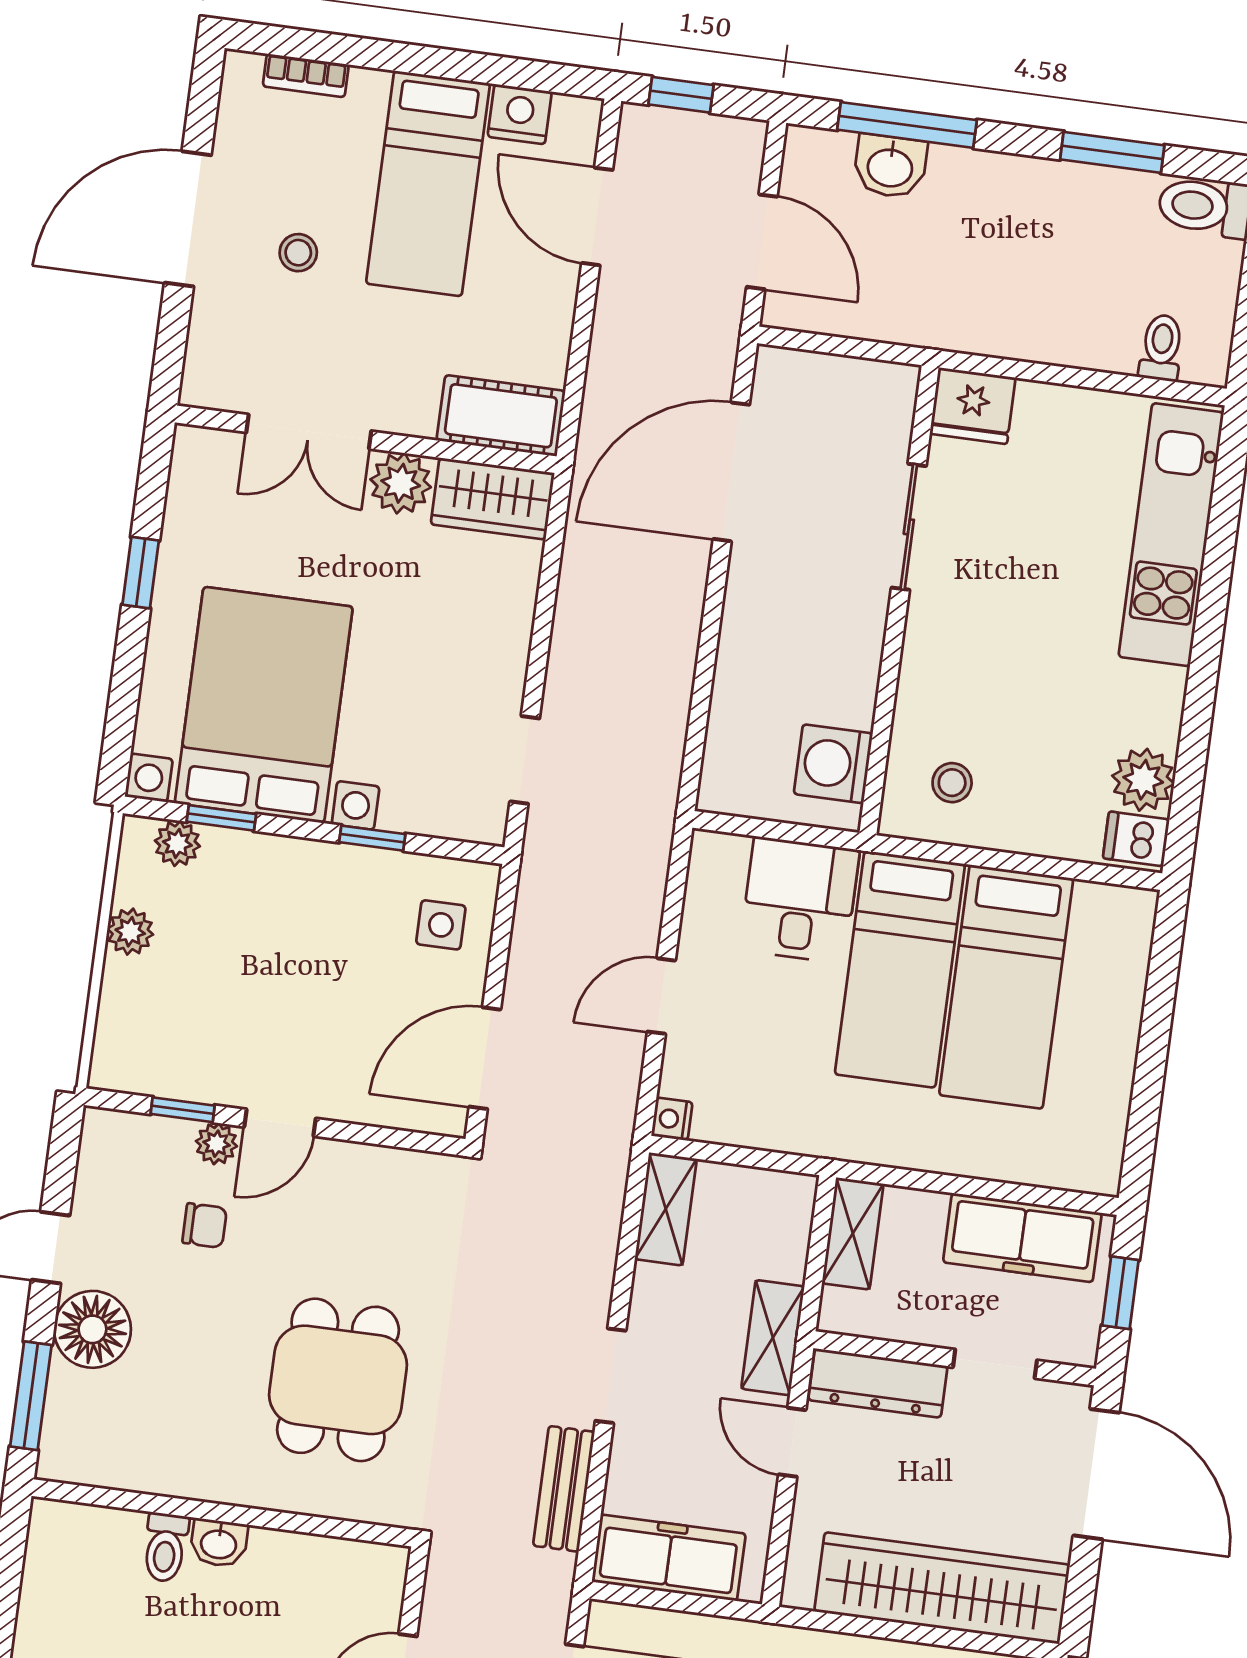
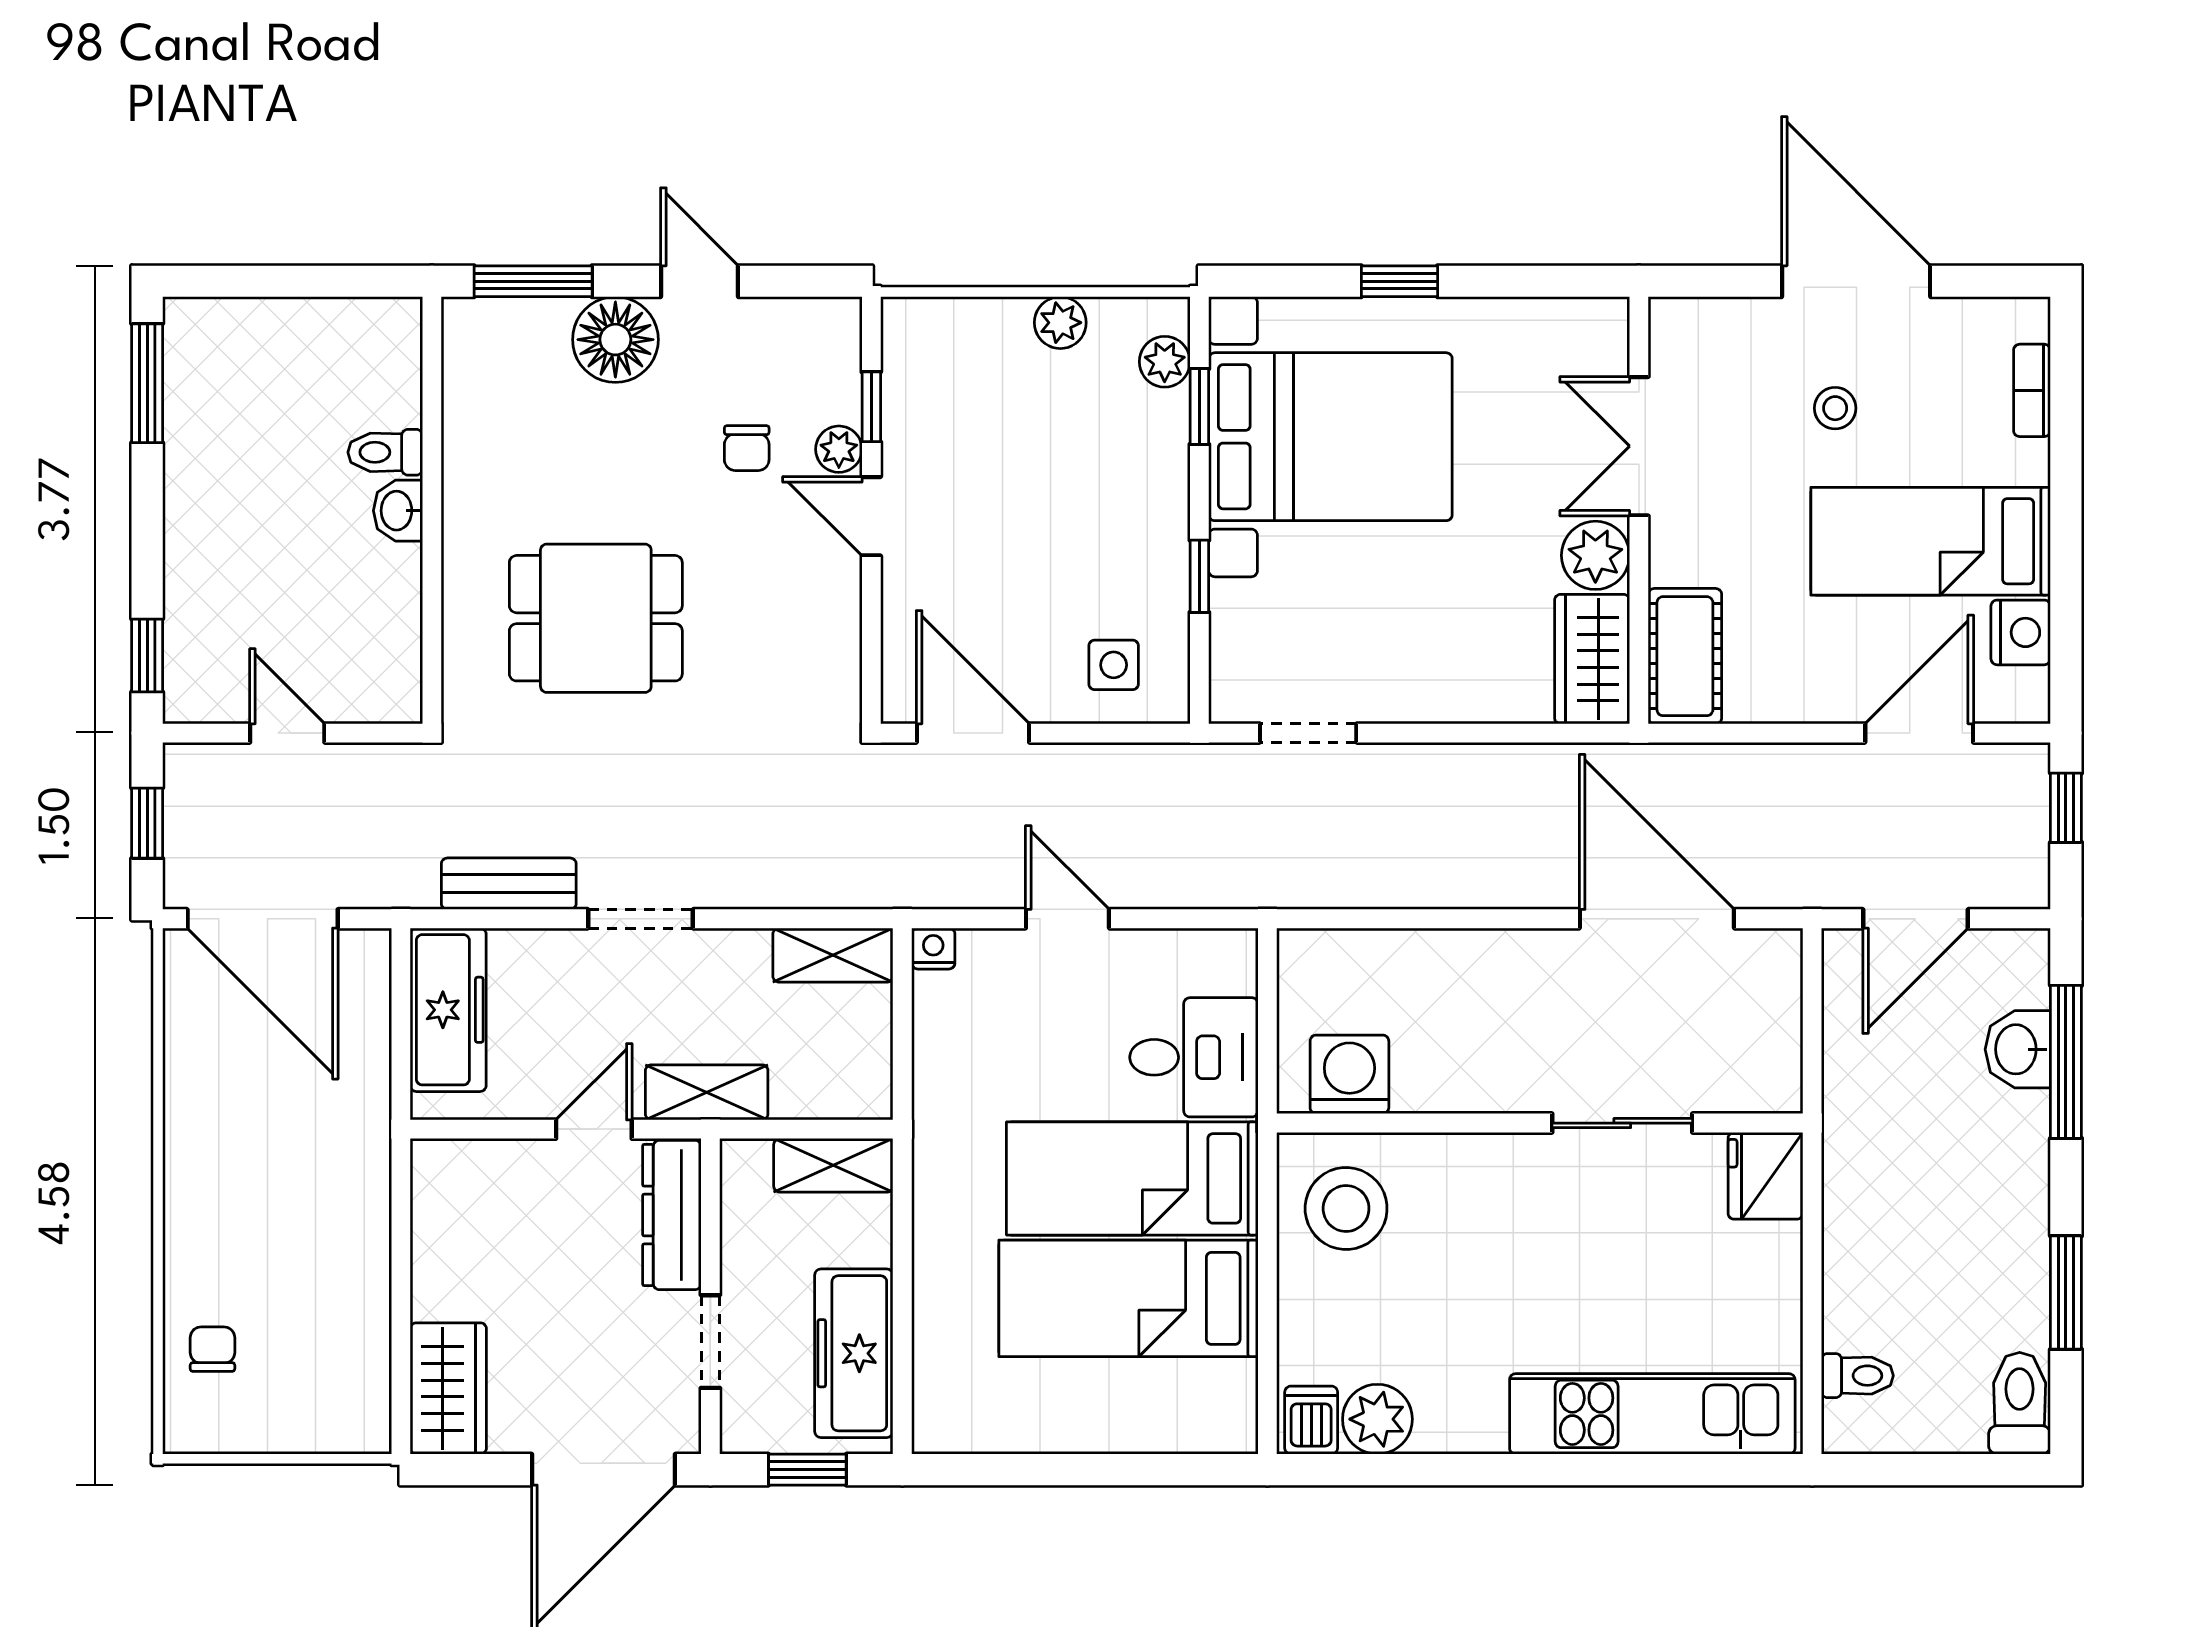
window: (141, 573) -> (1399, 281), moved
stool: (952, 783) -> (1346, 1208), width x1.89, depth x1.89
wardrobe: (942, 1588) -> (448, 1388), width x0.48, depth x0.85

